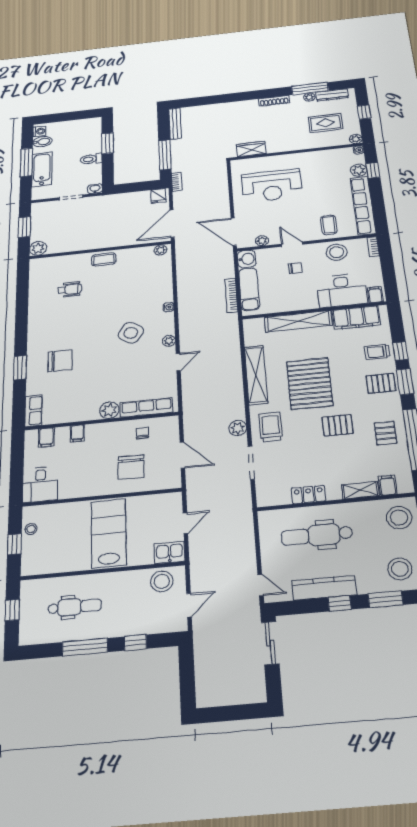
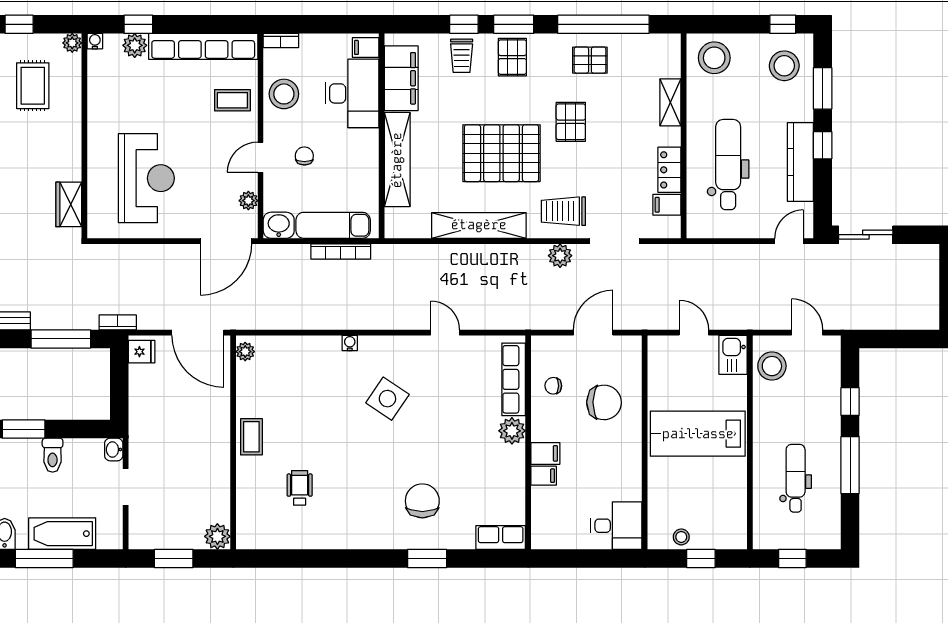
plant: (169, 341) -> (408, 344), removed
filing cabinet: (46, 437) -> (545, 453), moved
filing cabinet: (388, 485) -> (667, 205), moved
dental chair: (317, 535) -> (728, 165), turned 180

